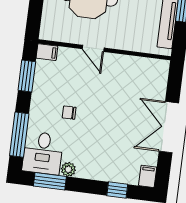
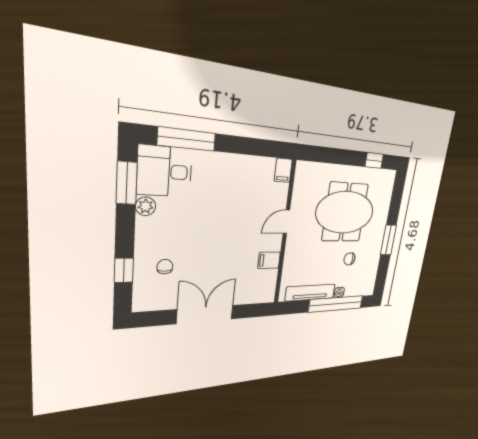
window: (27, 76) -> (258, 147), removed
chair: (69, 113) -> (165, 267), moved
filing cabinet: (148, 176) -> (269, 260), moved, turned 180

